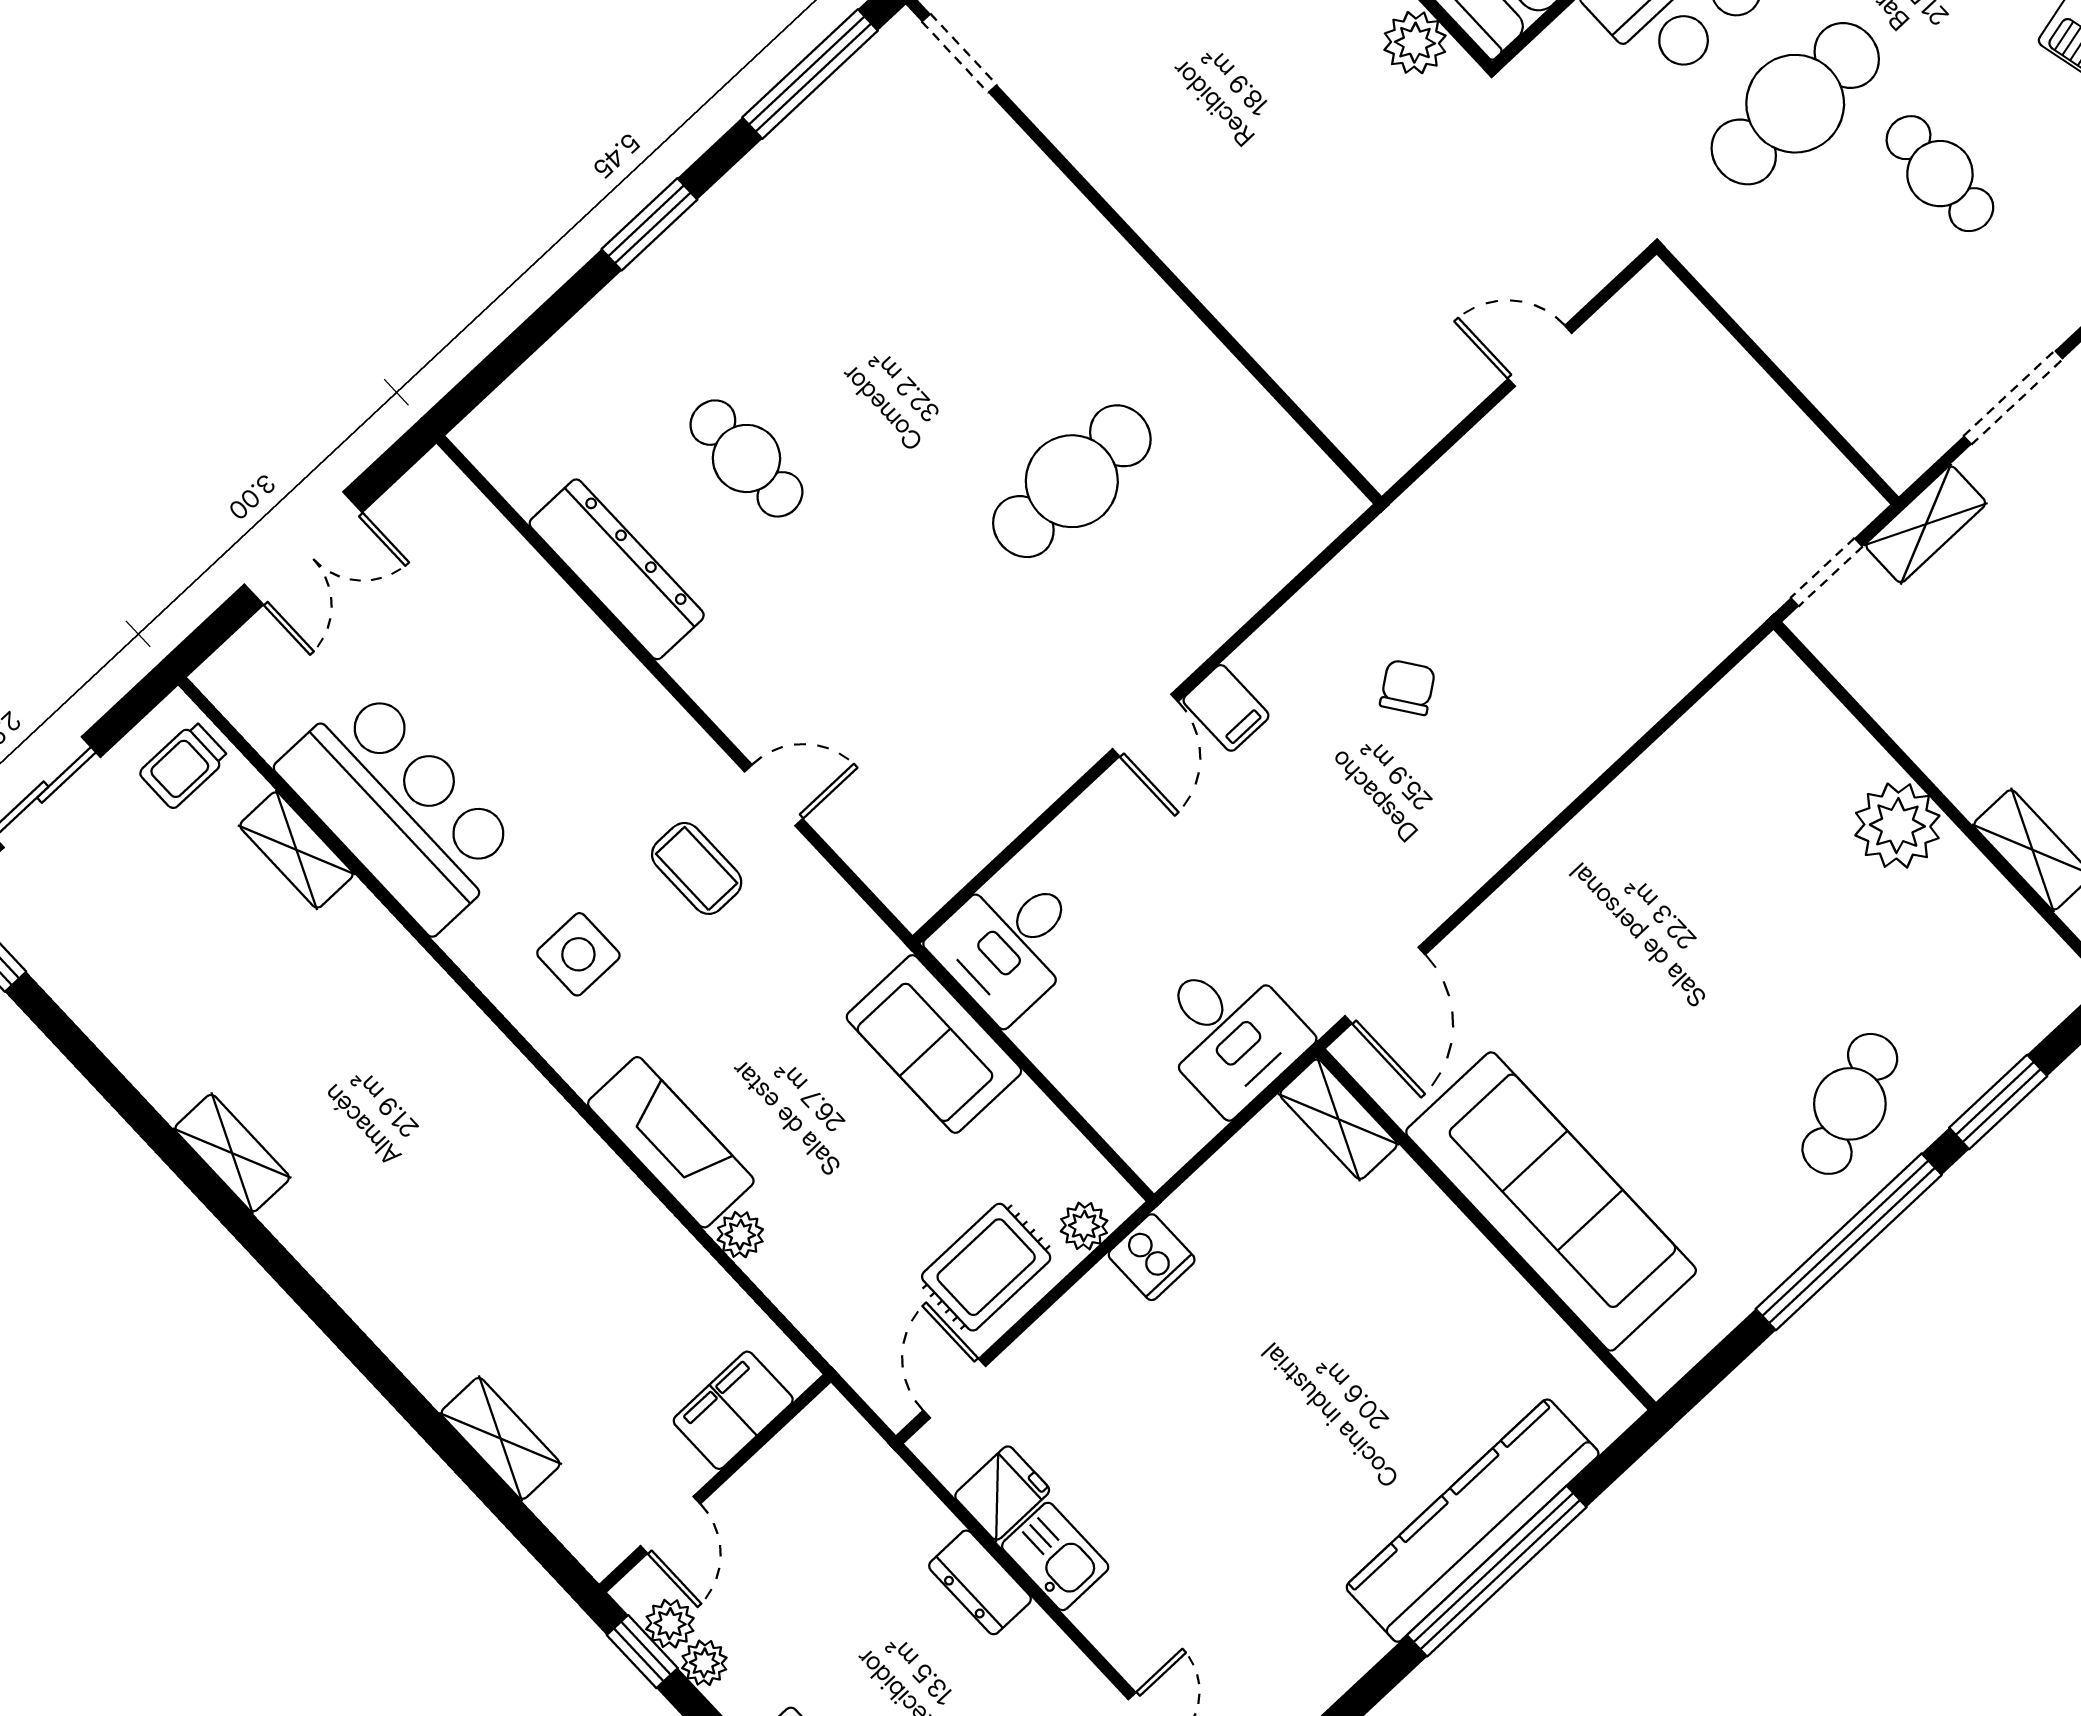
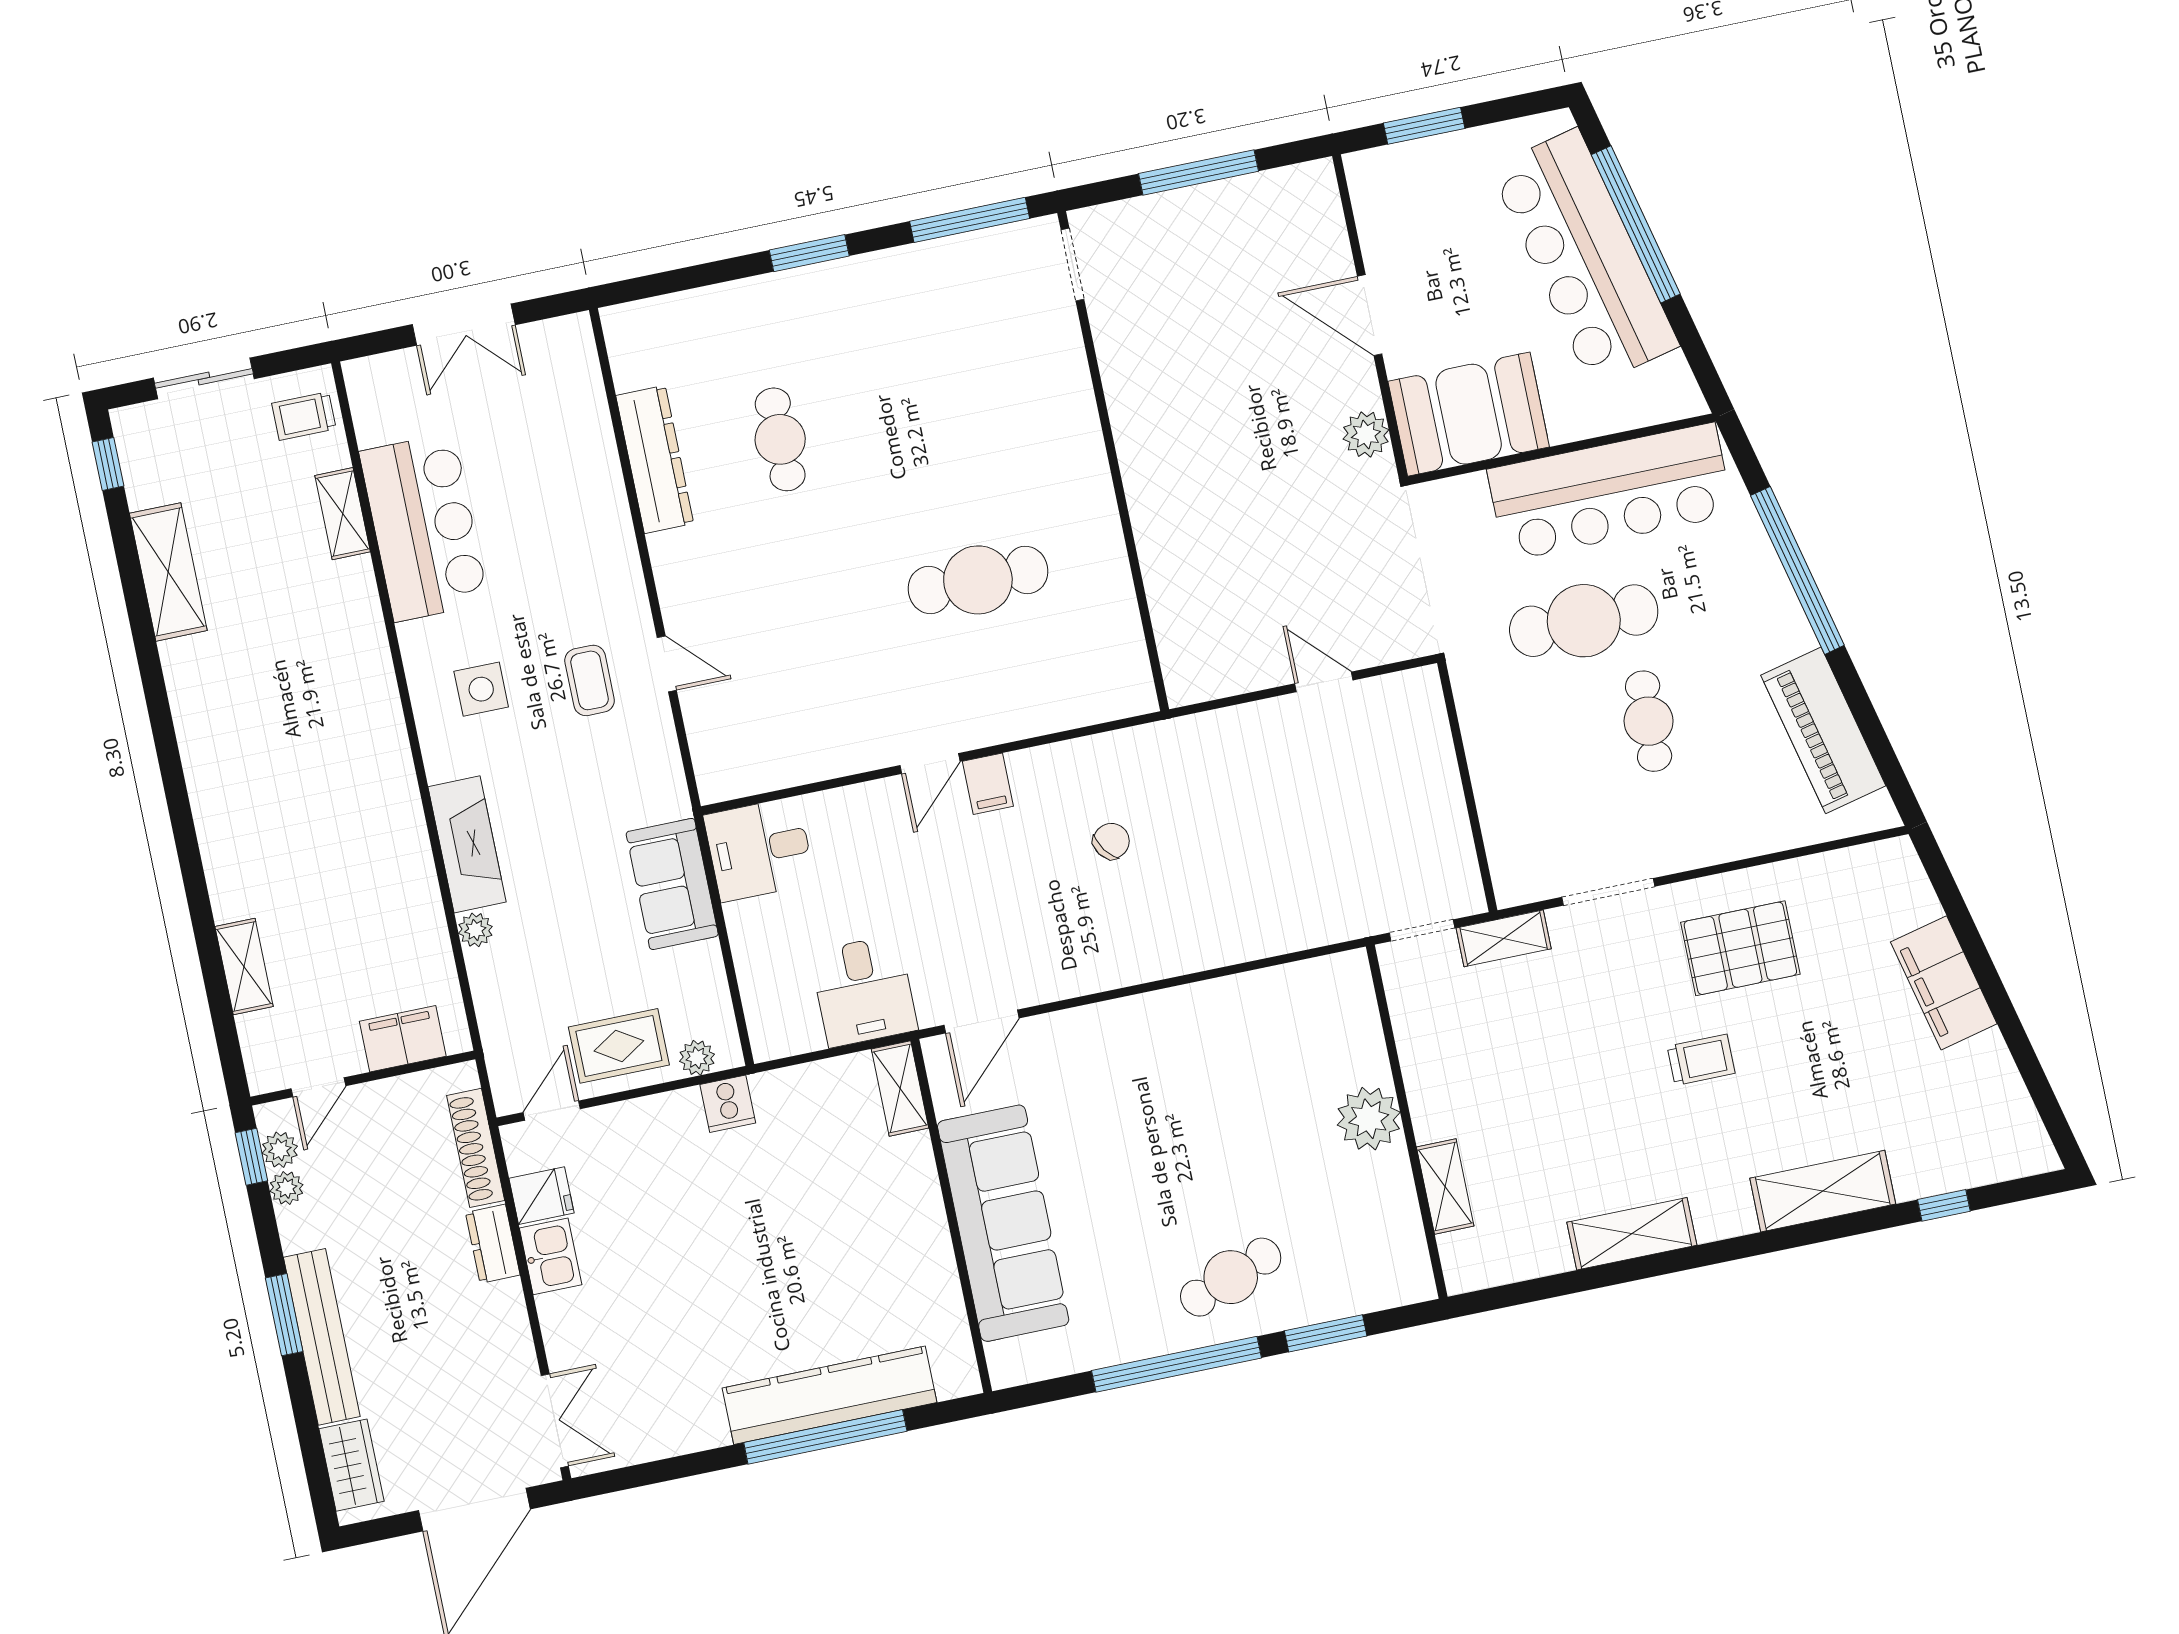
shelving: (232, 1153) -> (168, 572), moved, width x1.50, depth x1.33
shoe rack: (893, 1484) -> (476, 1148), added

